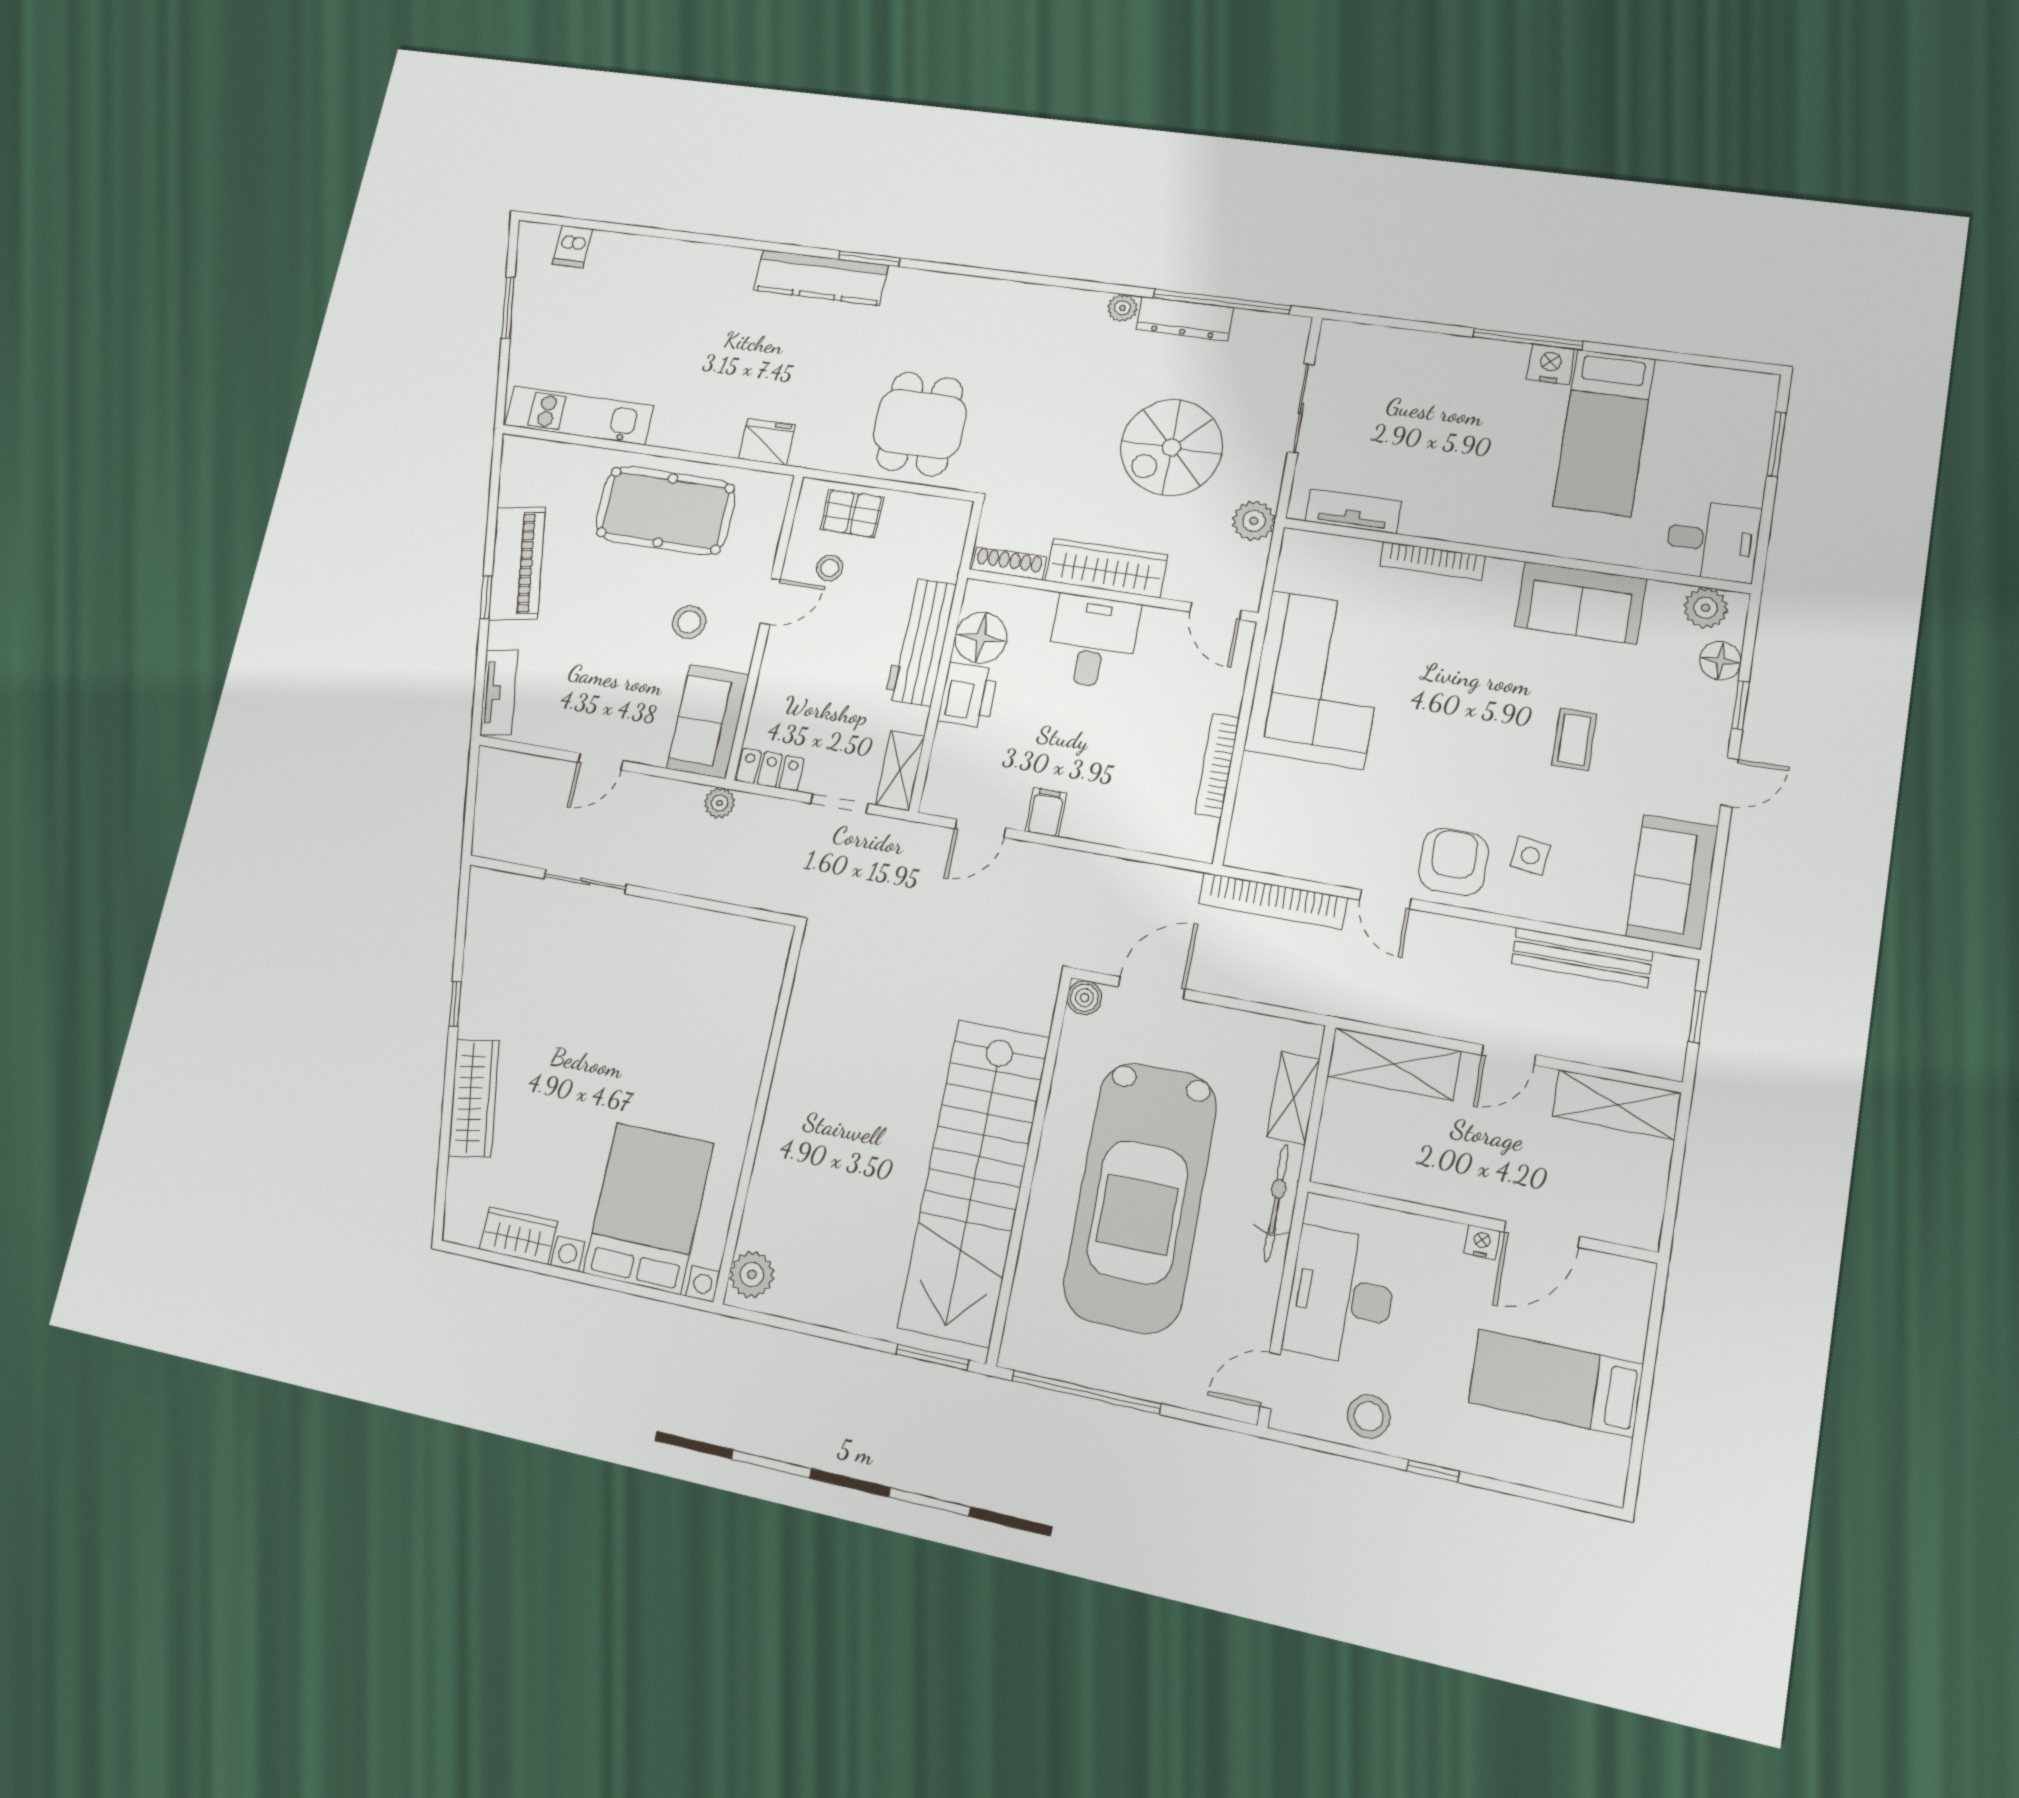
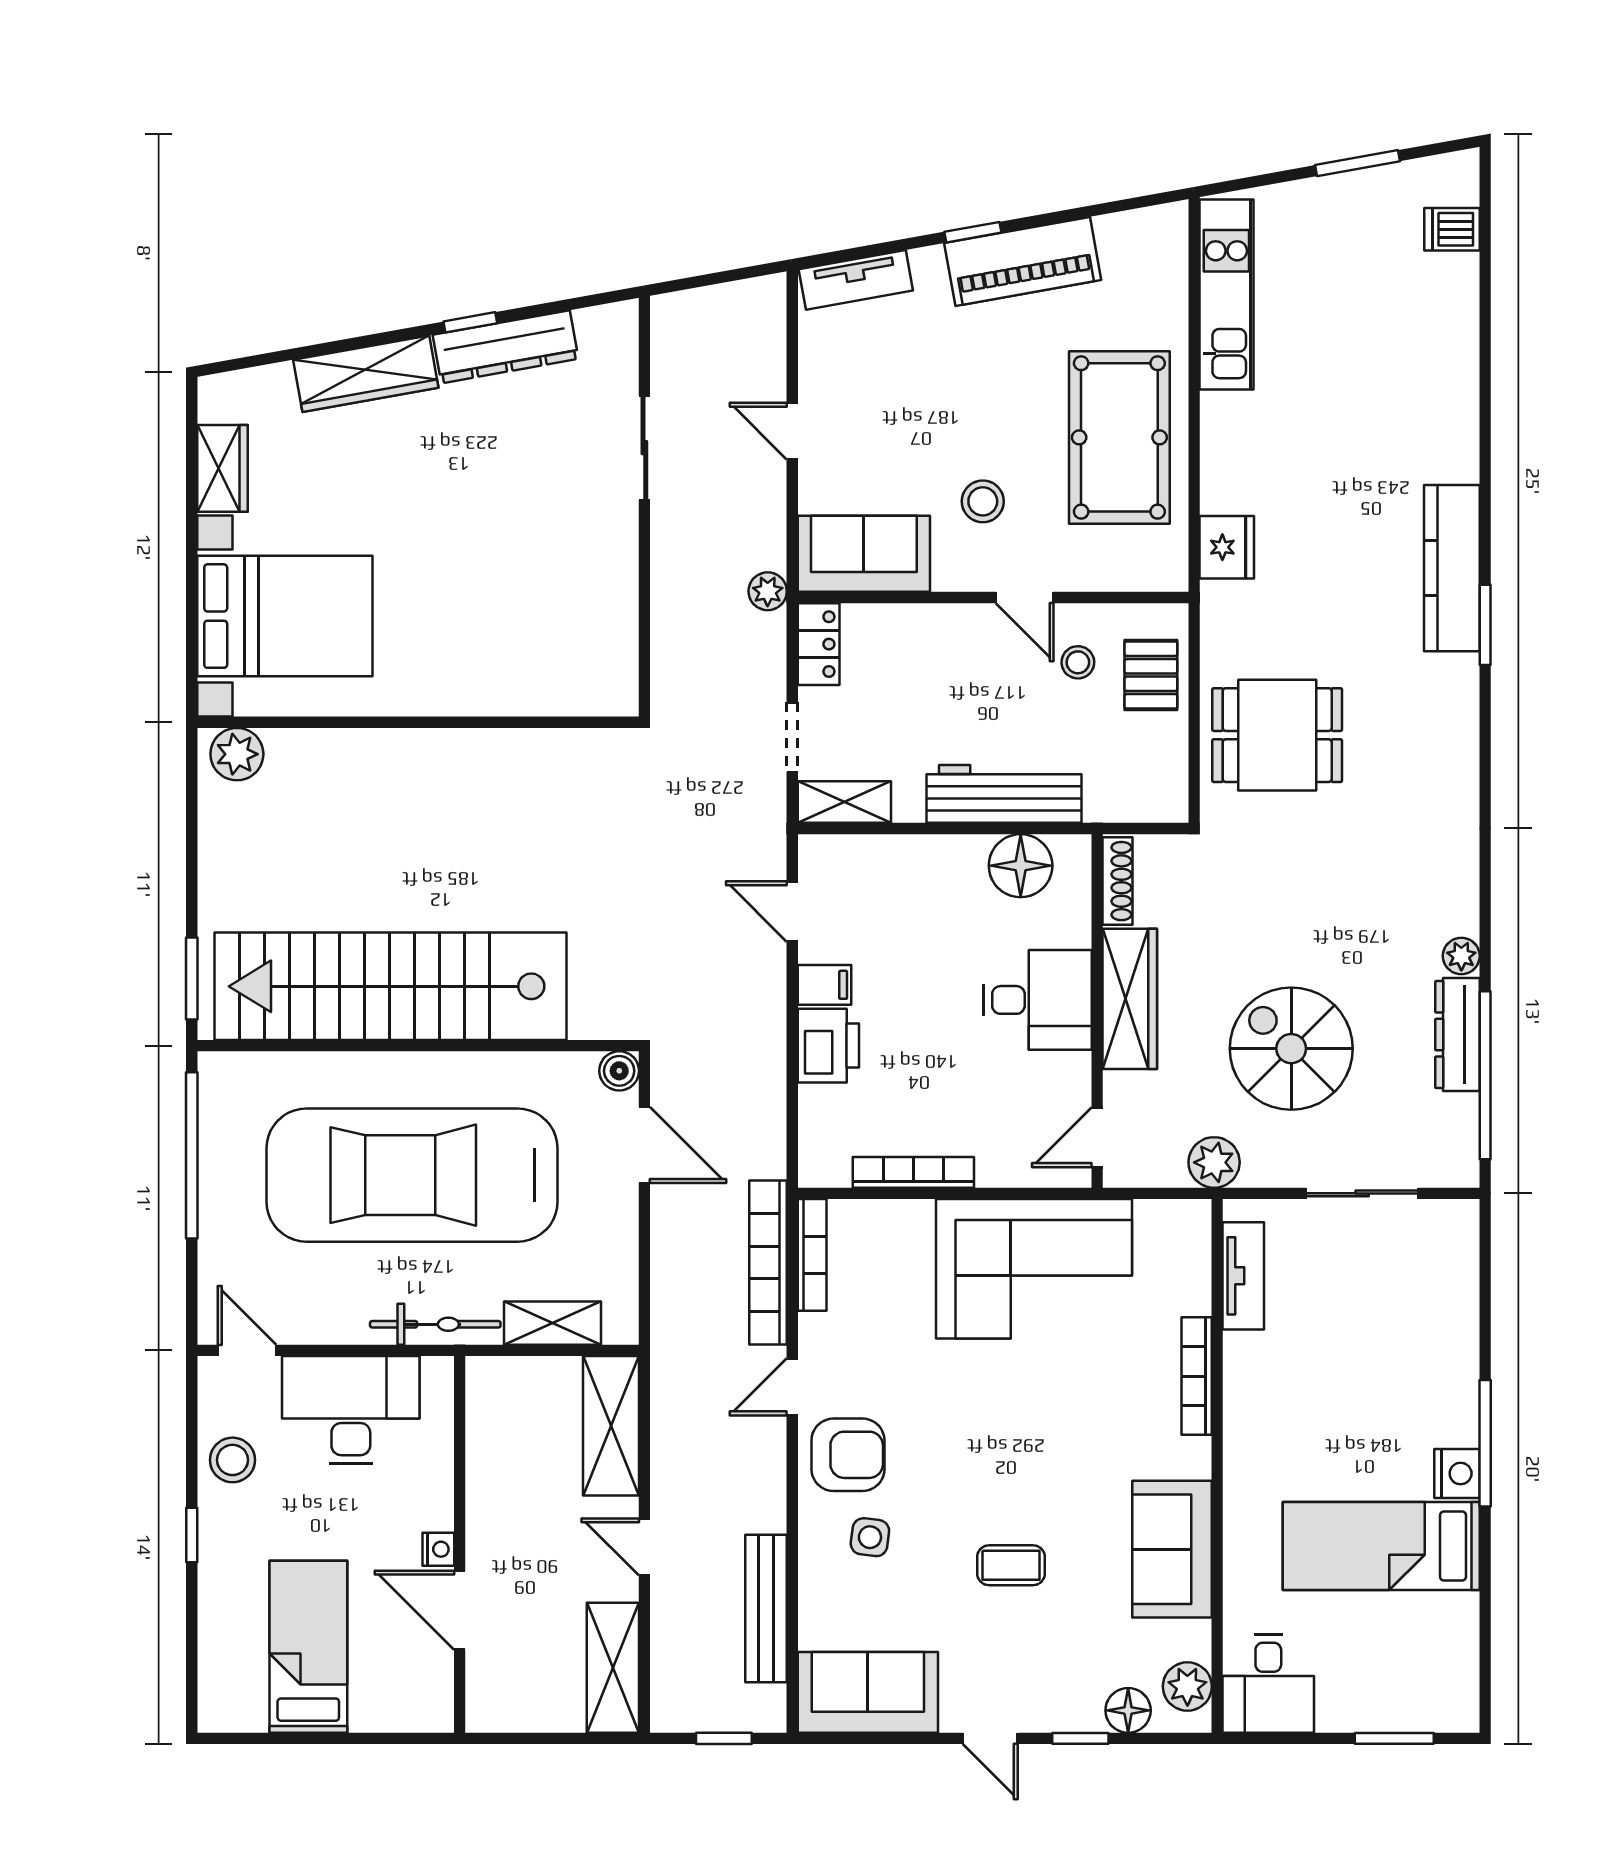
printer: (968, 695) -> (828, 1046), moved, turned -90
bookcase: (1273, 862) -> (812, 1255), added
dresser: (481, 979) -> (506, 347), added

